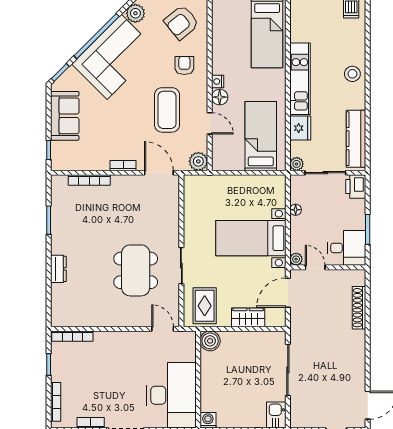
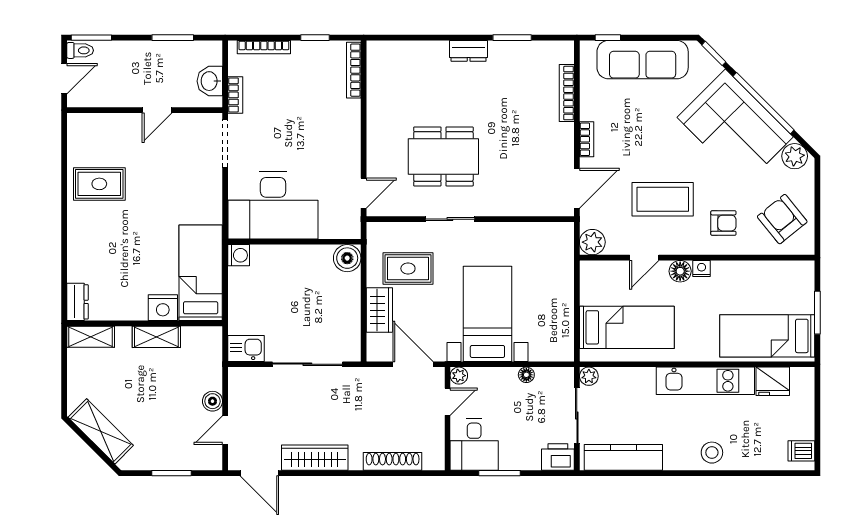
sofa: (65, 116) -> (643, 60), width x1.36
fridge: (300, 128) -> (773, 381), moved
dresser: (58, 269) -> (469, 51), moved
rug: (205, 306) -> (408, 268), moved
wardrobe: (356, 365) -> (315, 458), added

